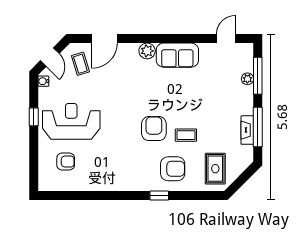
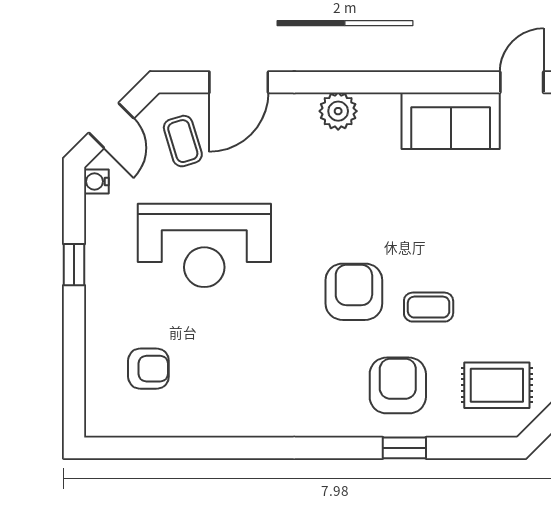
sofa: (177, 55) -> (451, 121), moved
reception desk: (71, 121) -> (204, 245), moved, turned 180
armchair: (173, 169) -> (398, 385), turned -90
rug: (215, 169) -> (497, 385), turned 90
window: (159, 196) -> (404, 448), moved

